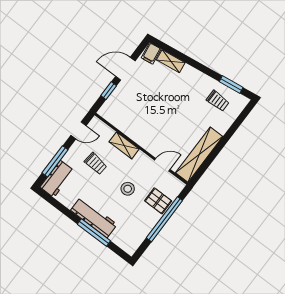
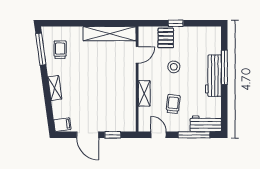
shelving: (171, 61) -> (55, 88), moved
window: (231, 85) -> (41, 49), width x1.44
door: (162, 165) -> (137, 55), swing flipped
window: (164, 219) -> (176, 23), width x0.32

